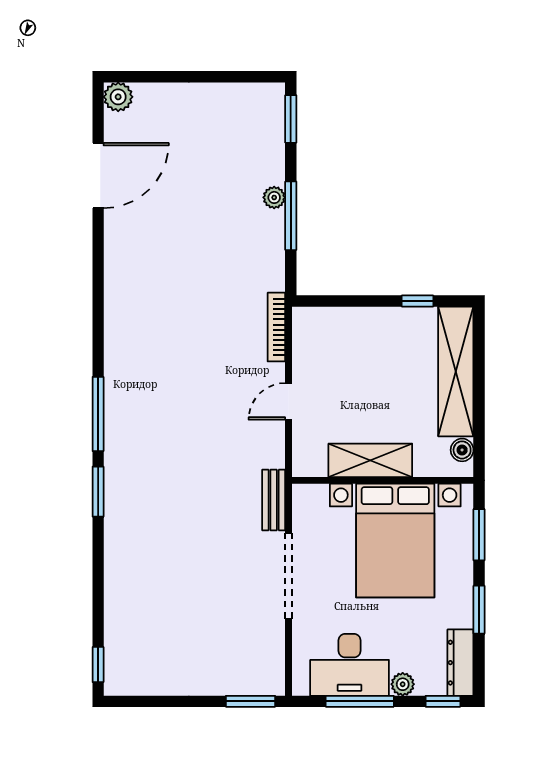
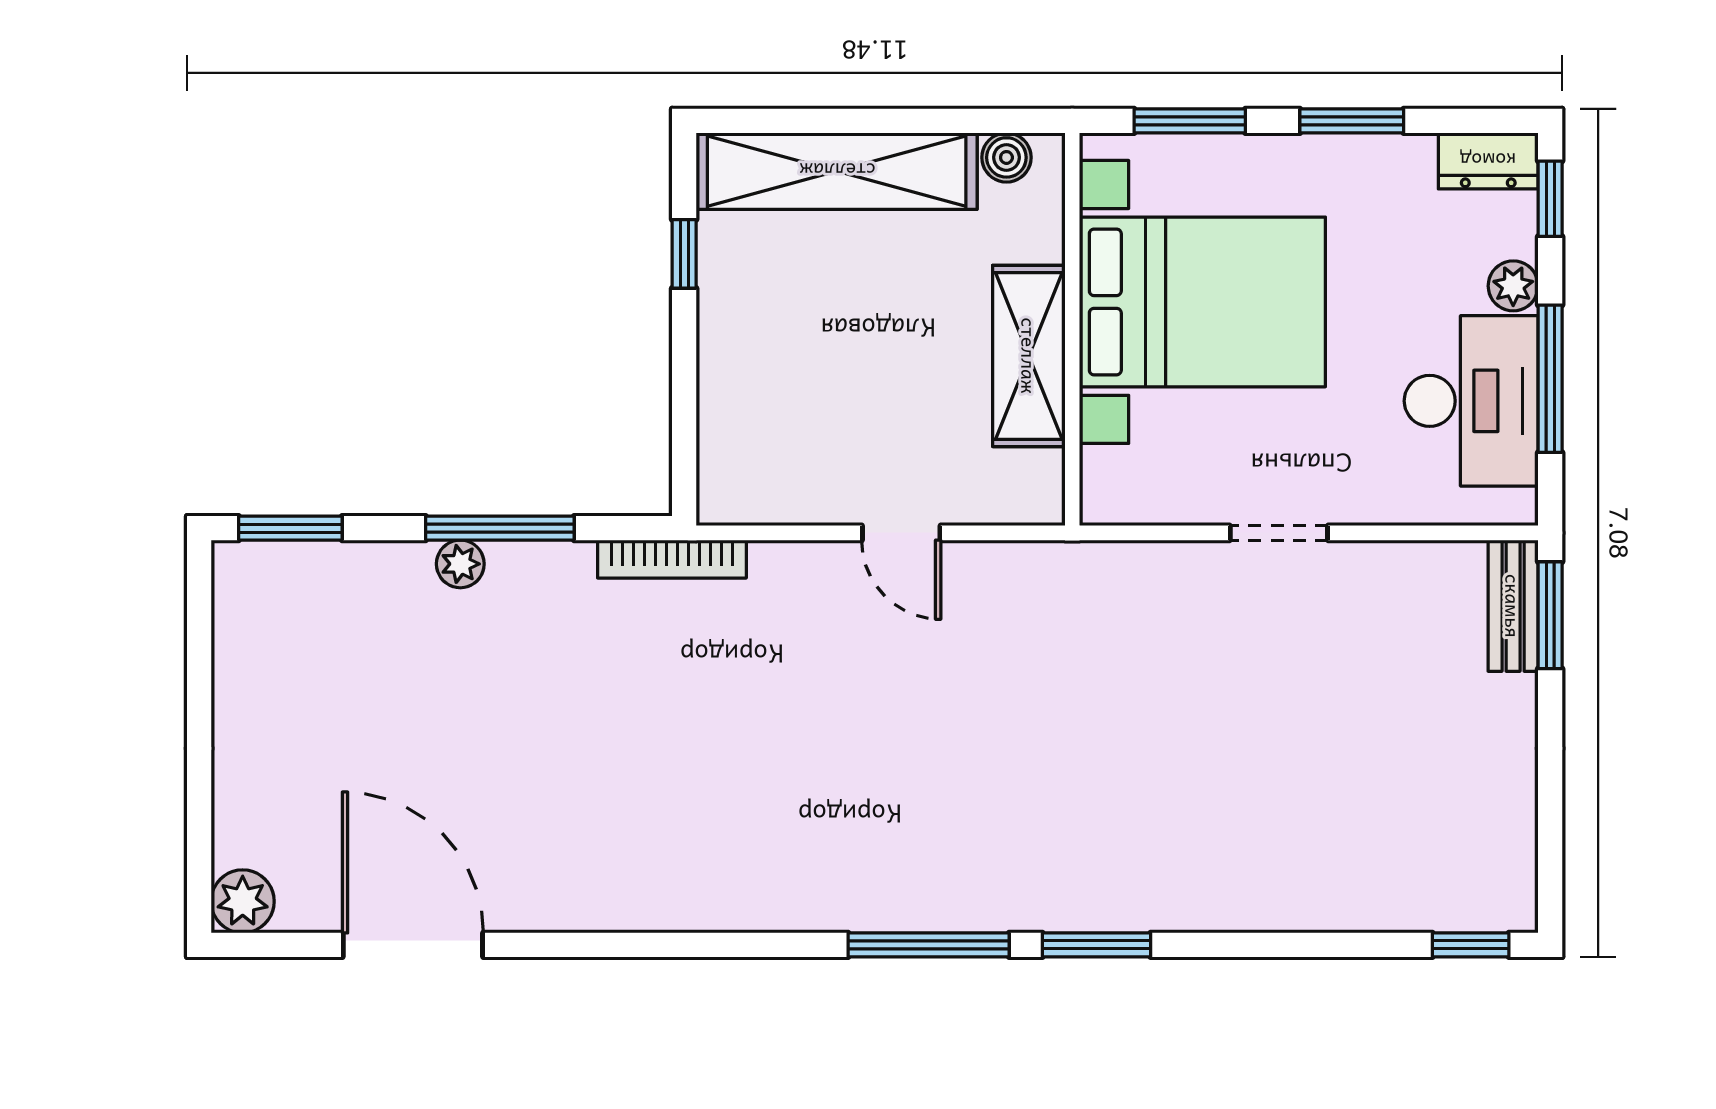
bookcase: (276, 327) -> (672, 559), moved
bench: (274, 500) -> (1513, 606), moved, turned 90
doorway: (289, 576) -> (1279, 533), width x0.53
dresser: (460, 663) -> (1488, 161), width x0.70

